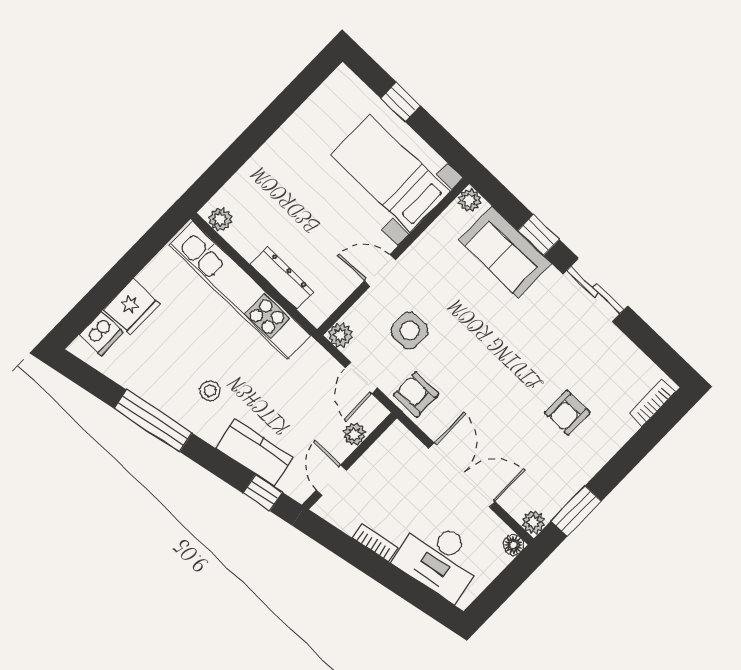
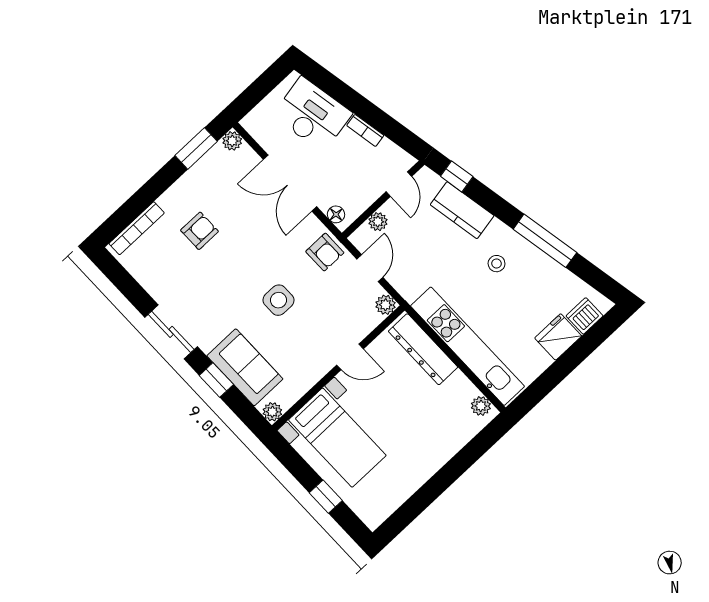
dresser: (282, 278) -> (423, 349), width x1.37, depth x1.24
side table: (410, 331) -> (278, 300), moved
bookcase: (652, 402) -> (137, 228), width x1.56
floor lamp: (513, 545) -> (336, 214), moved

